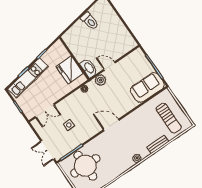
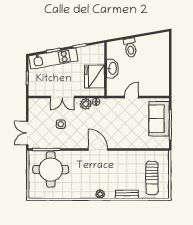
toilet: (90, 21) -> (130, 48), moved
door: (109, 66) -> (131, 97), hinge flipped
washbasin: (89, 68) -> (112, 68), moved
plant: (101, 80) -> (86, 104), moved
sofa: (147, 87) -> (159, 119), moved, turned -90
double door: (45, 111) -> (62, 97), moved

